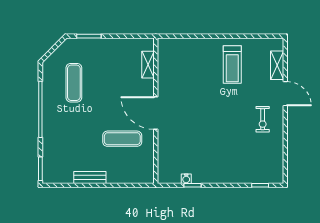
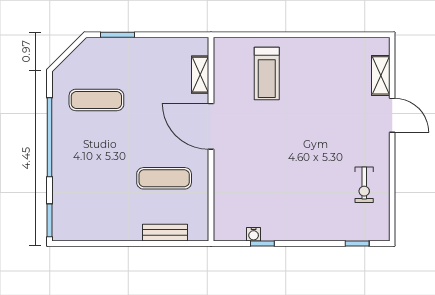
treadmill: (232, 64) -> (267, 73), moved
exercise mat: (74, 83) -> (96, 100), turned 90
door: (156, 113) -> (211, 126), moved
exercise bike: (263, 119) -> (364, 185), moved
bench: (90, 177) -> (165, 233), moved

